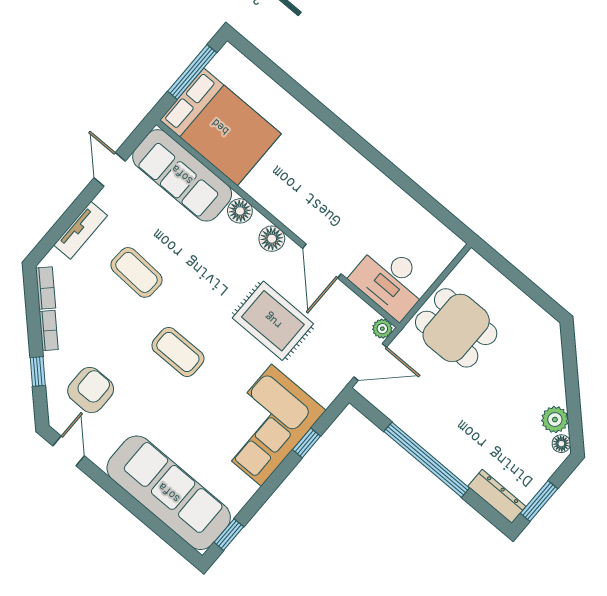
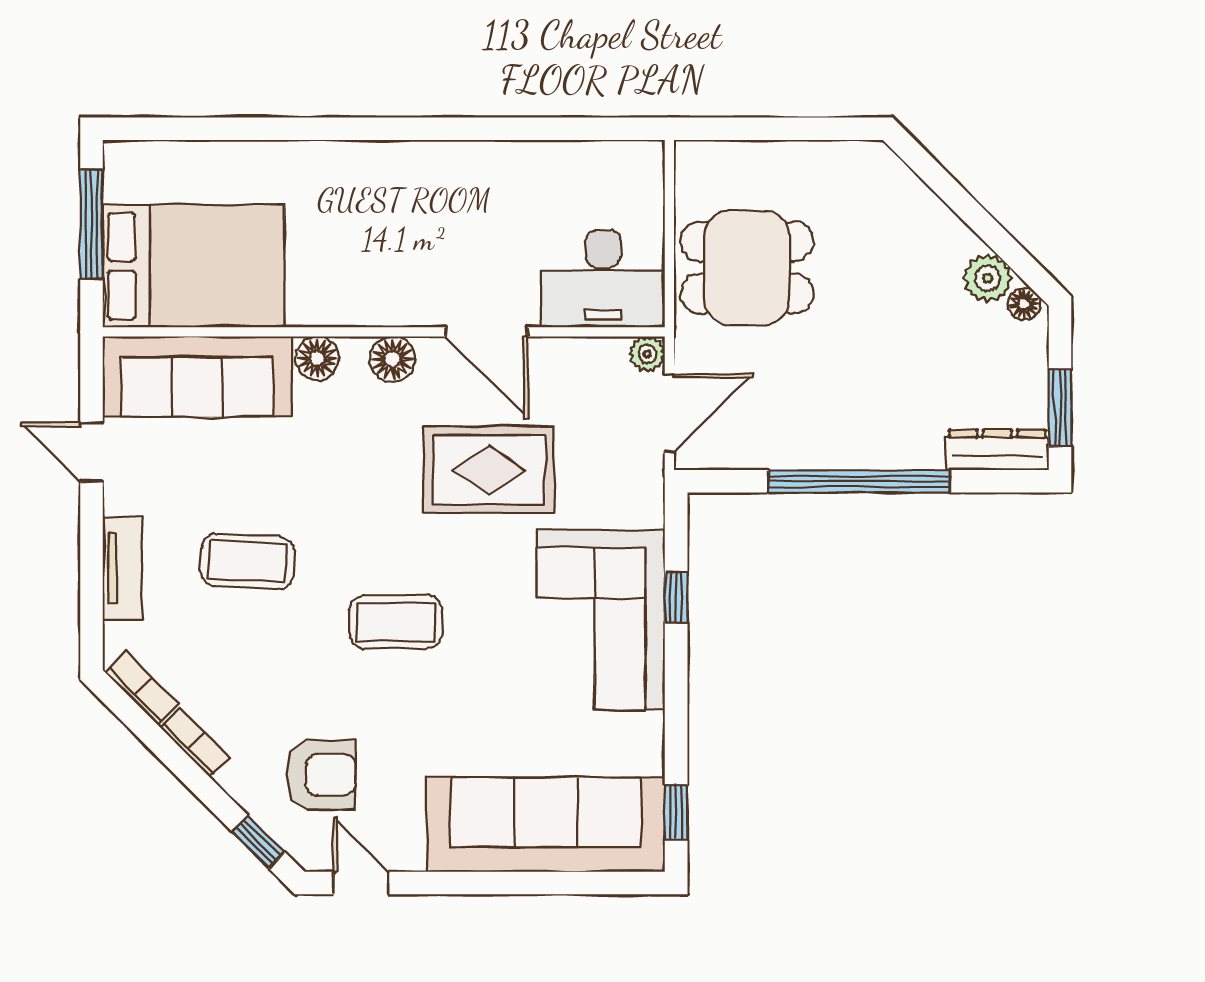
window: (38, 371) -> (258, 842), moved
armchair: (91, 390) -> (321, 775), turned 90

